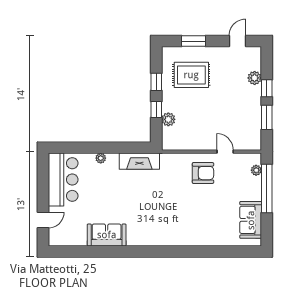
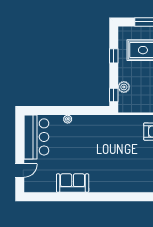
window: (156, 110) -> (114, 95), moved
fireplace: (139, 161) -> (100, 122), removed

